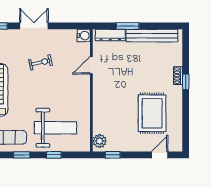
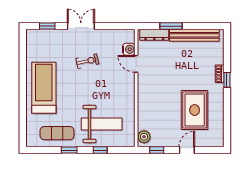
water cooler: (84, 36) -> (129, 49), moved
door: (91, 65) -> (136, 64), hinge flipped
door: (160, 155) -> (187, 150), moved

